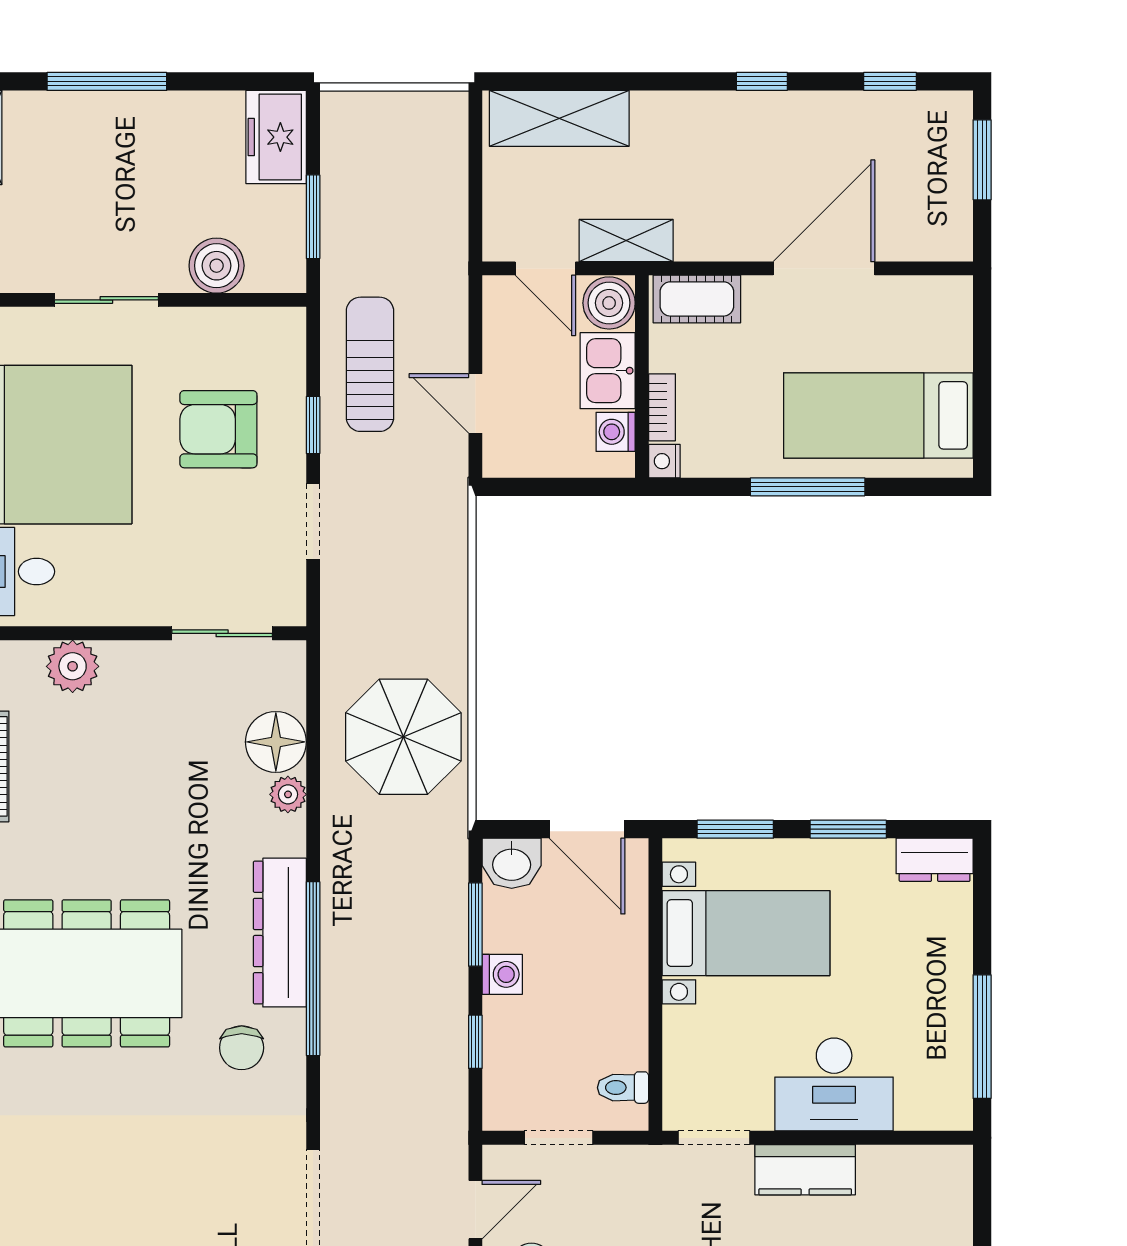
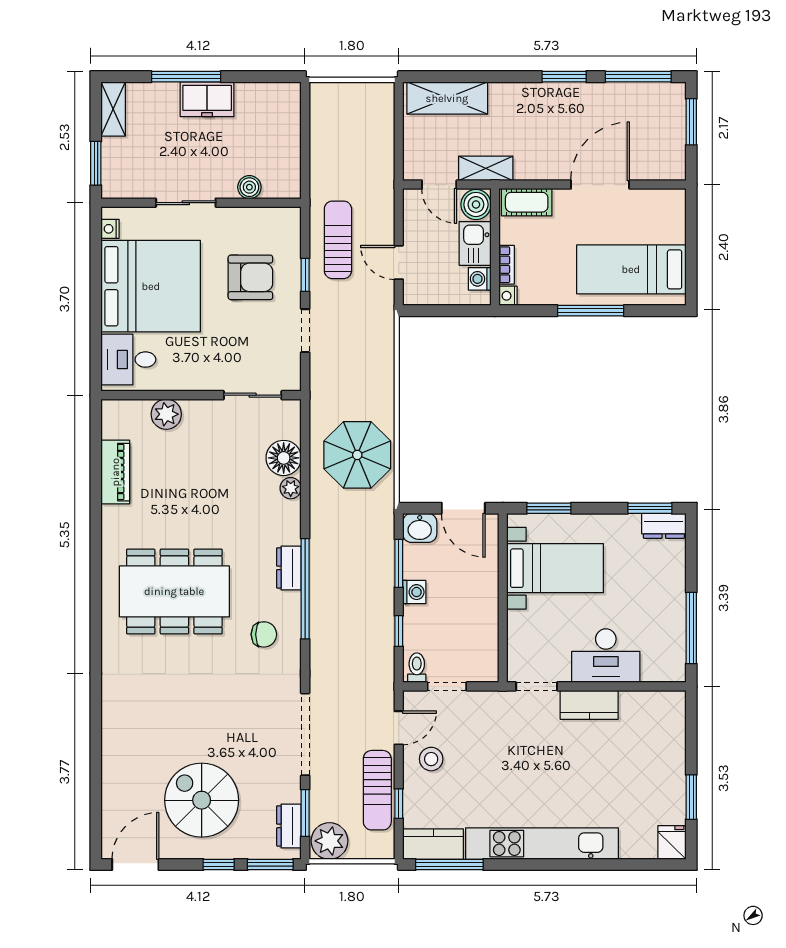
window: (762, 81) -> (564, 77), width x1.50
window: (890, 81) -> (638, 77), width x2.17
freezer: (276, 137) -> (207, 99), moved, turned -90
window: (313, 217) -> (305, 155), removed
boiler: (217, 266) -> (249, 187), width x0.73, depth x0.73
armchair: (218, 429) -> (250, 277), turned 180
window: (848, 829) -> (650, 508), moved
dresser: (280, 933) -> (289, 568), width x0.51, depth x0.80
chair: (242, 1048) -> (264, 634), turned -90
toilet: (623, 1088) -> (417, 668), moved, turned 90

